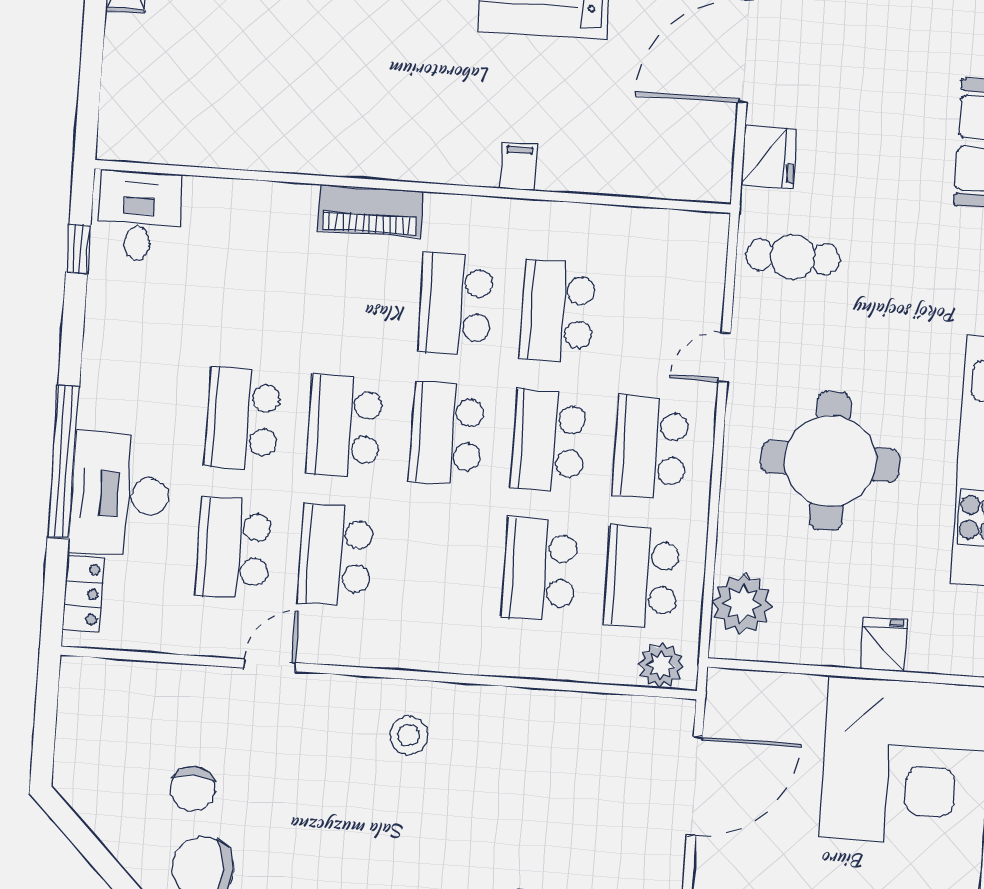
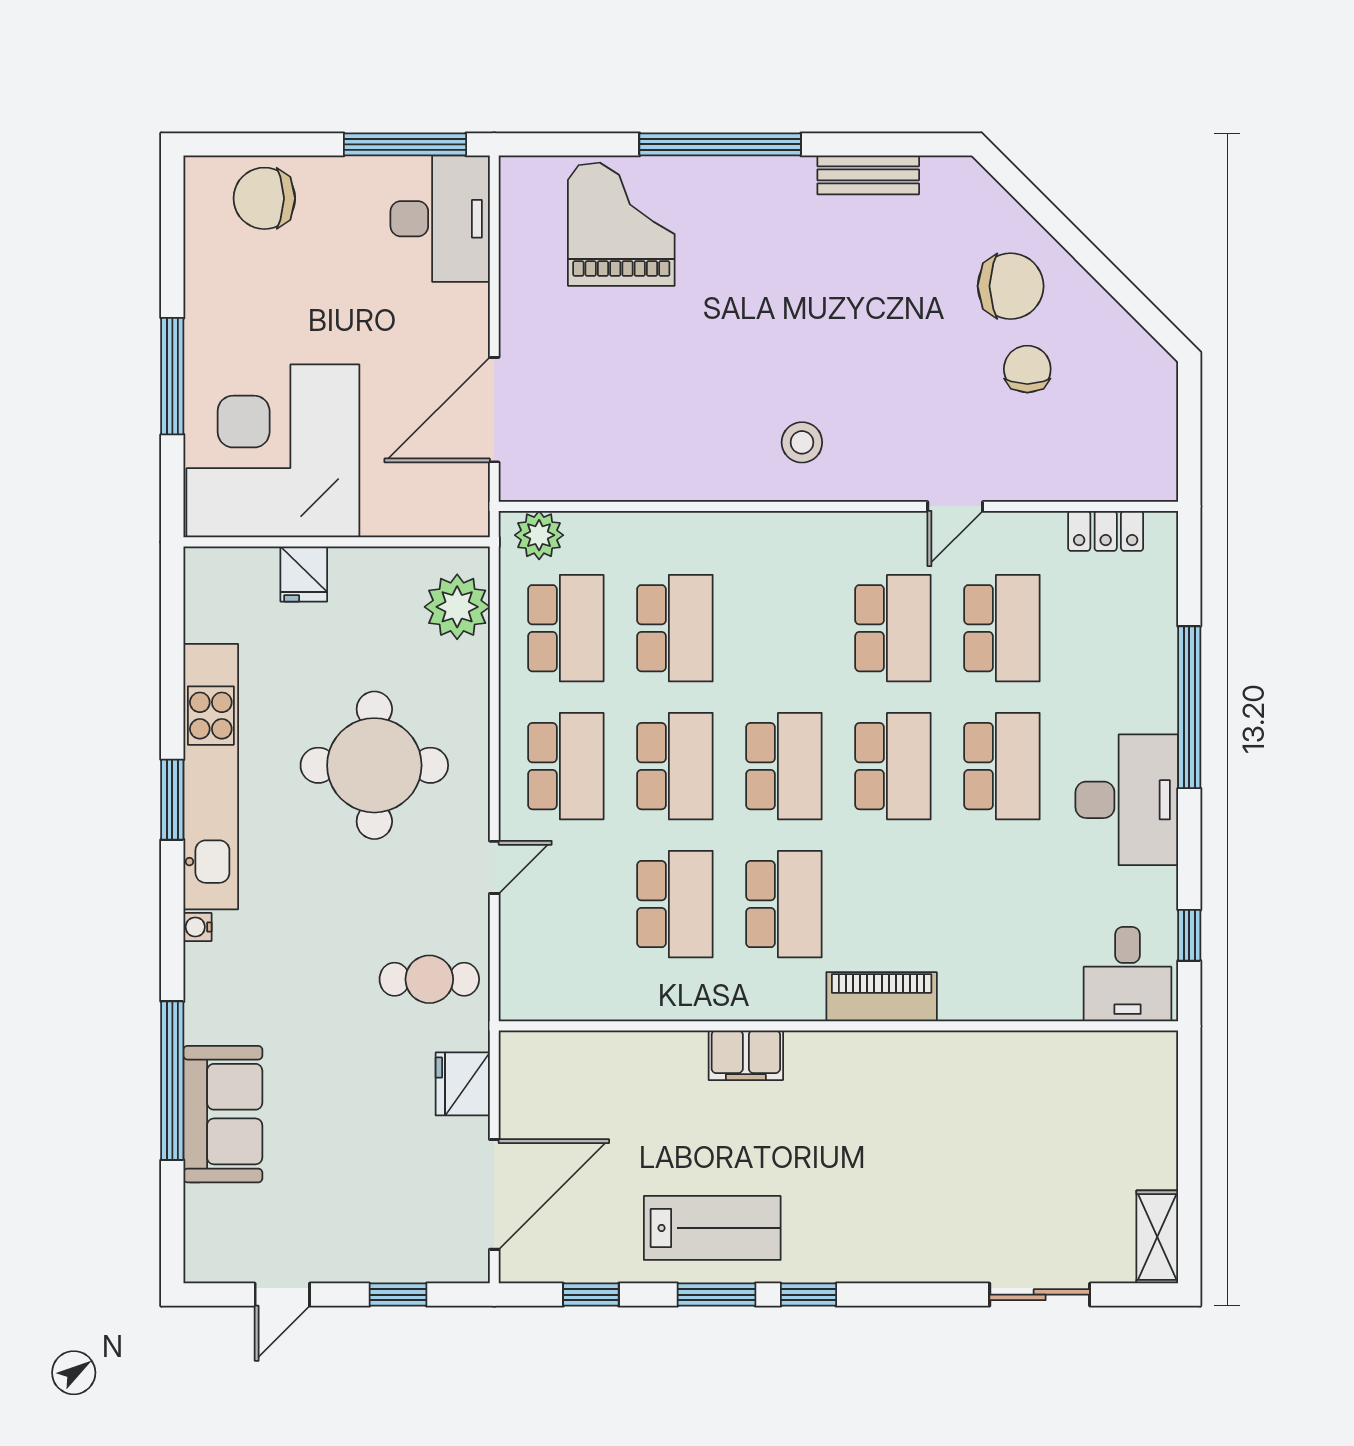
filing cabinet: (519, 166) -> (746, 1055), width x2.00
desk: (120, 494) -> (1127, 800), moved
locker: (83, 594) -> (1106, 531), moved, turned -90

